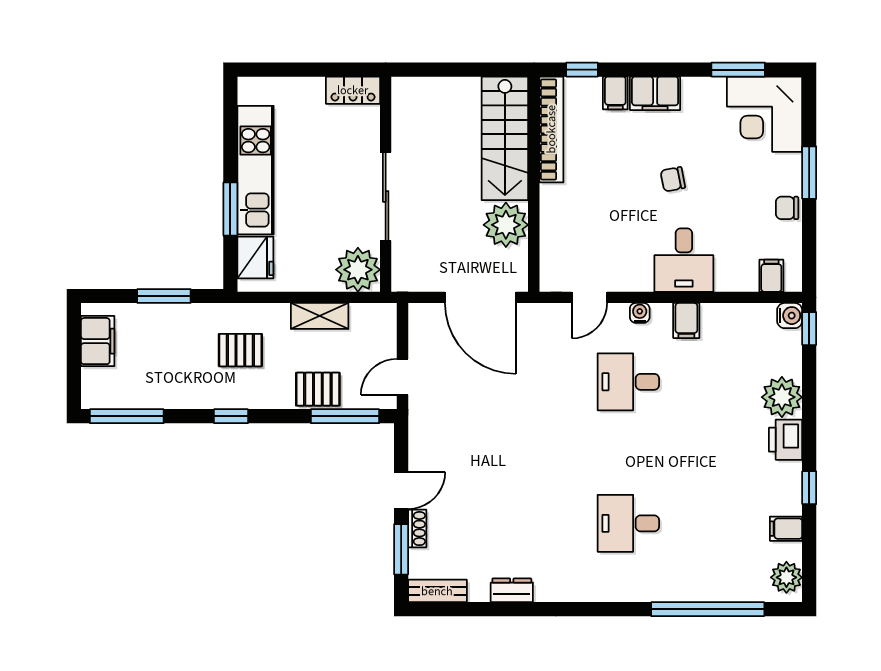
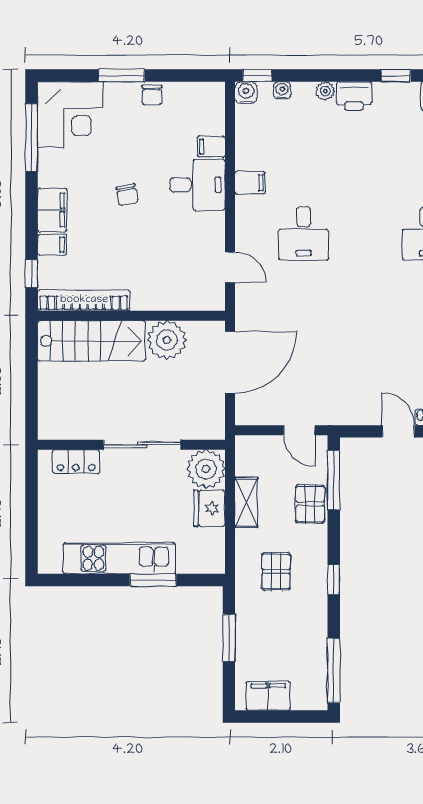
window: (738, 70) -> (31, 138), width x1.44
locker: (353, 90) -> (76, 462), moved, turned 90
fridge: (255, 258) -> (210, 508), moved, turned -90
filing cabinet: (771, 276) -> (211, 147), moved
water cooler: (640, 313) -> (282, 90), moved, turned 90
plant: (782, 397) -> (325, 91), width x0.53, depth x0.53

